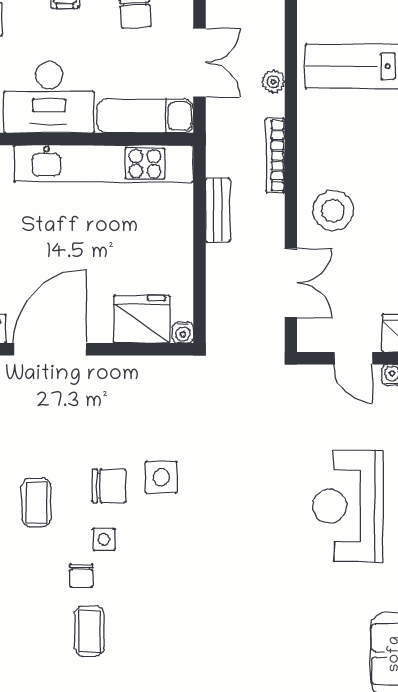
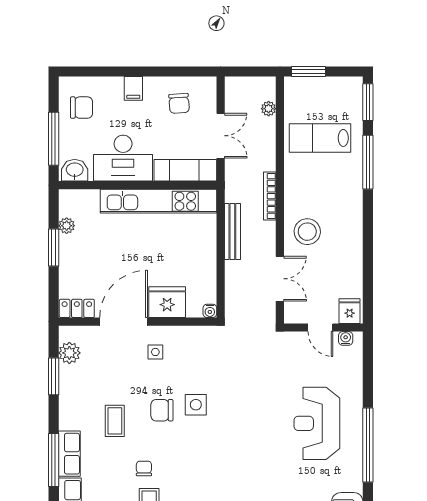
plant: (273, 82) -> (269, 109), moved
bench: (218, 210) -> (232, 231), width x1.36
fridge: (142, 319) -> (167, 302), moved
chair: (109, 486) -> (162, 410), turned 180
side table: (104, 539) -> (155, 352), moved
chair: (81, 576) -> (144, 468), turned 180

